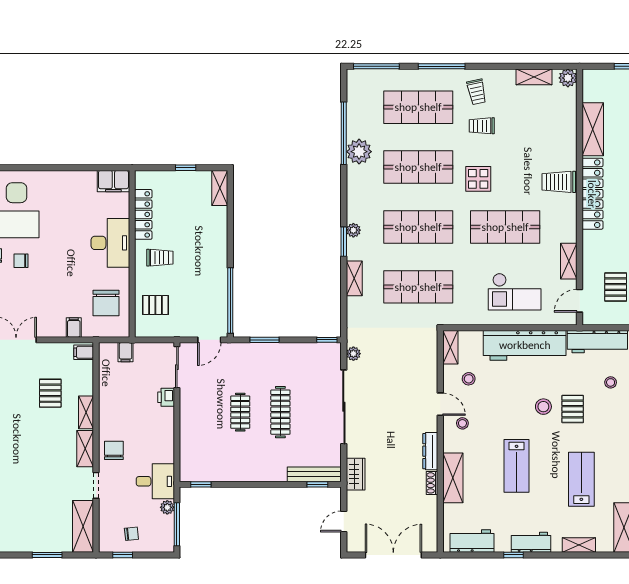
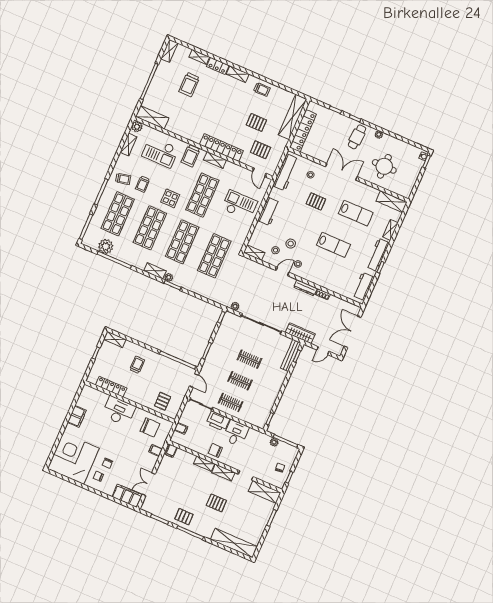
shelving: (593, 129) -> (152, 117), moved
checkout: (544, 132) -> (160, 152), added
plant: (359, 152) -> (106, 246), moved
filing cabinet: (113, 181) -> (77, 416), moved
locker: (592, 194) -> (221, 148), moved
trolley: (160, 258) -> (137, 365), moved
shelving: (569, 261) -> (215, 160), moved
shelving: (354, 278) -> (155, 271), moved
checkout: (515, 292) -> (239, 205), turned -90
workbench: (525, 345) -> (269, 211), width x0.53, depth x0.76
pallet: (50, 393) -> (216, 503), moved
printer: (166, 397) -> (218, 421), width x1.87, depth x1.48
stool: (543, 407) -> (291, 244), moved
clothes rail: (200, 412) -> (231, 402), added
clothes rail: (280, 412) -> (249, 359), width x0.73
chair: (114, 450) -> (215, 450), moved
wardrobe: (356, 474) -> (300, 333), width x1.50
shelving: (453, 478) -> (325, 282), removed
lab bench: (581, 479) -> (356, 213), turned 180
desk: (155, 481) -> (236, 433), moved
door: (344, 522) -> (323, 351), hinge flipped
workbench: (531, 542) -> (378, 255), width x1.38

